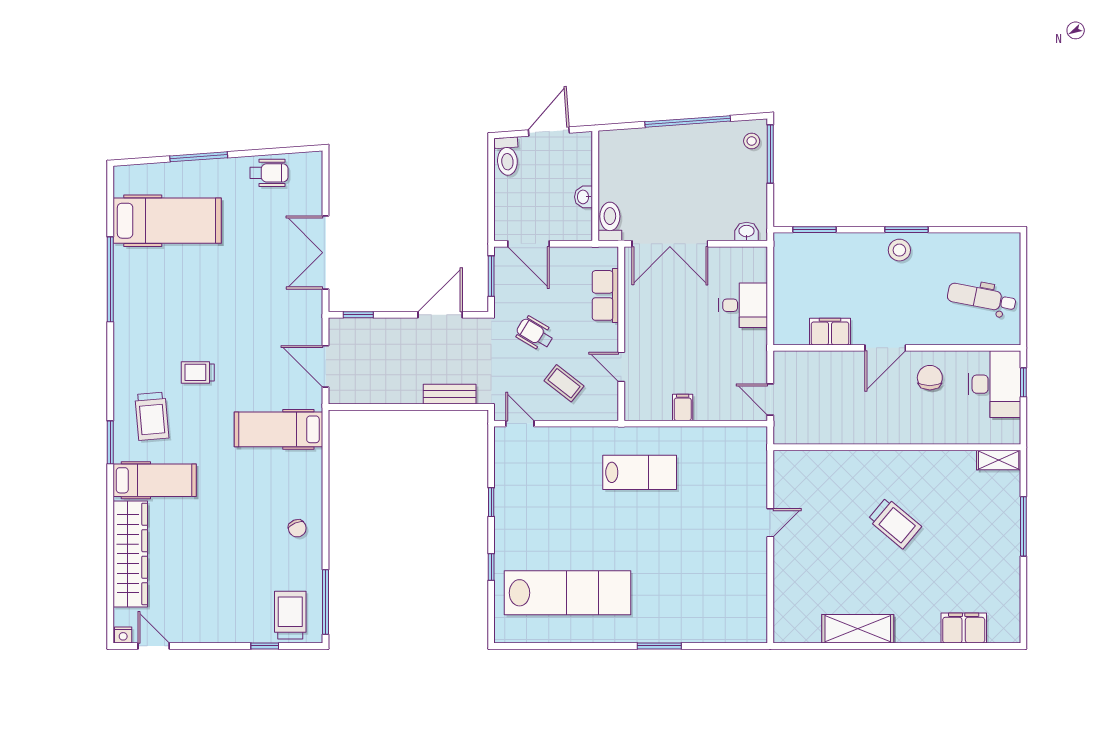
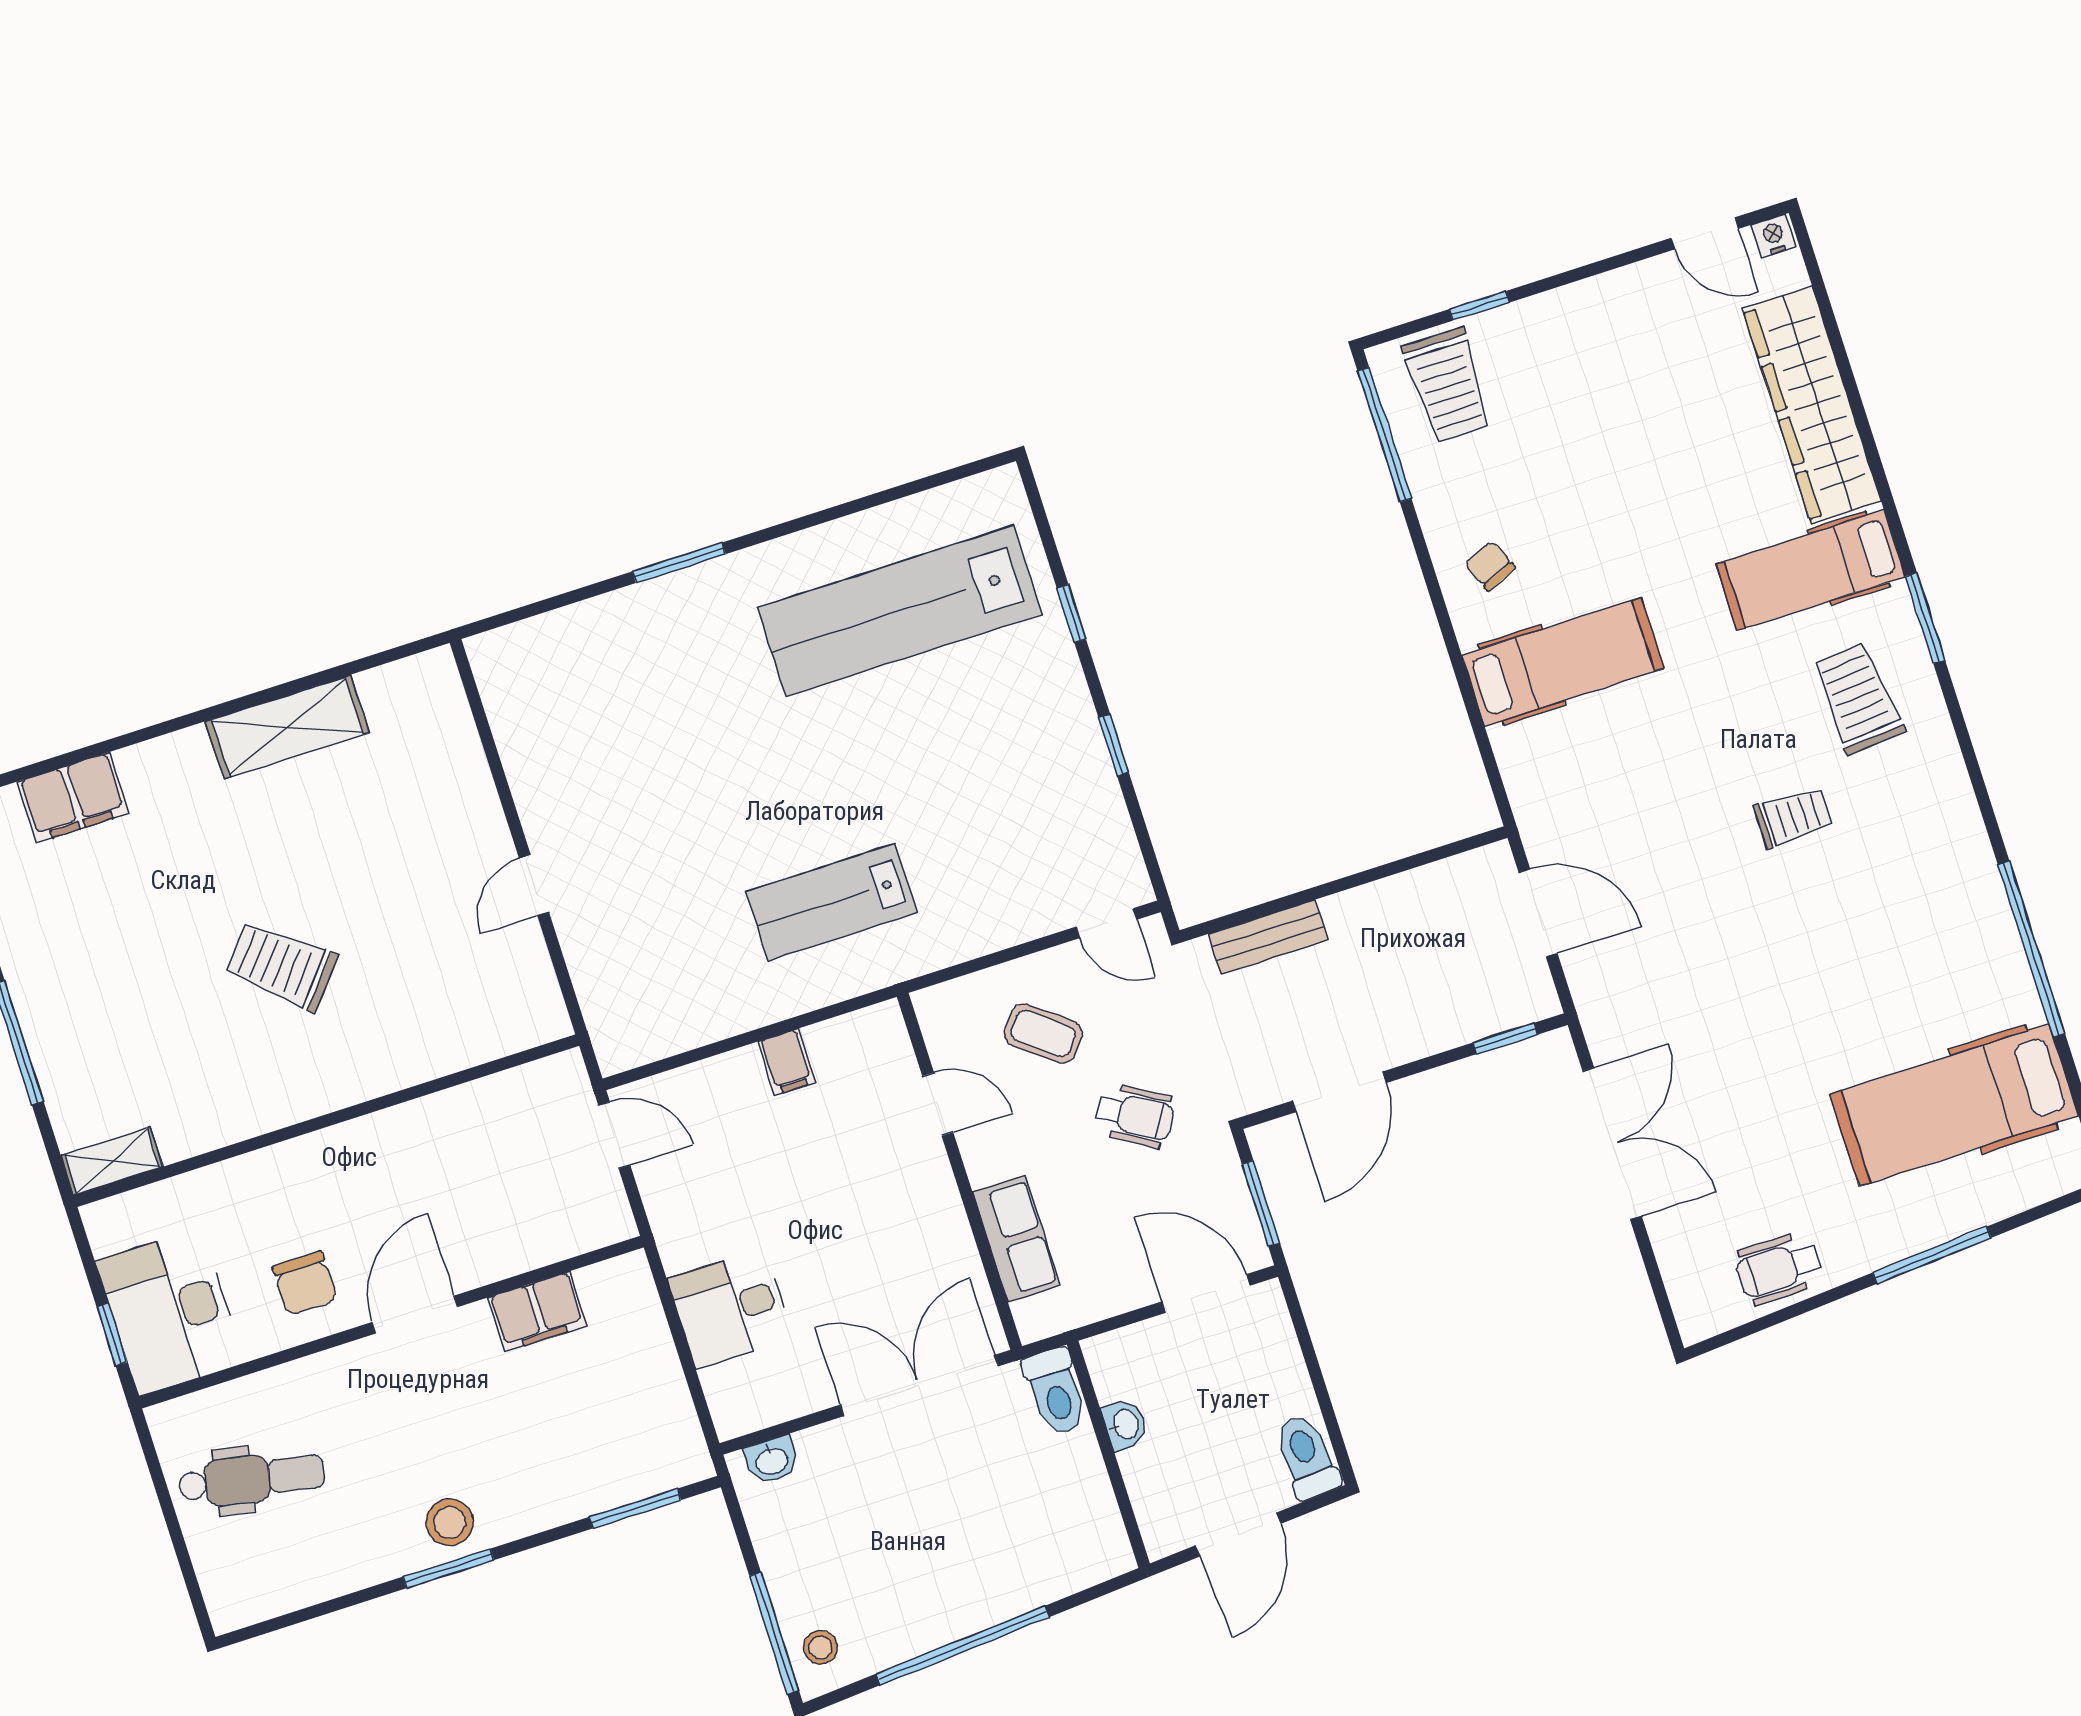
hospital bed: (278, 429) -> (1563, 662), moved

